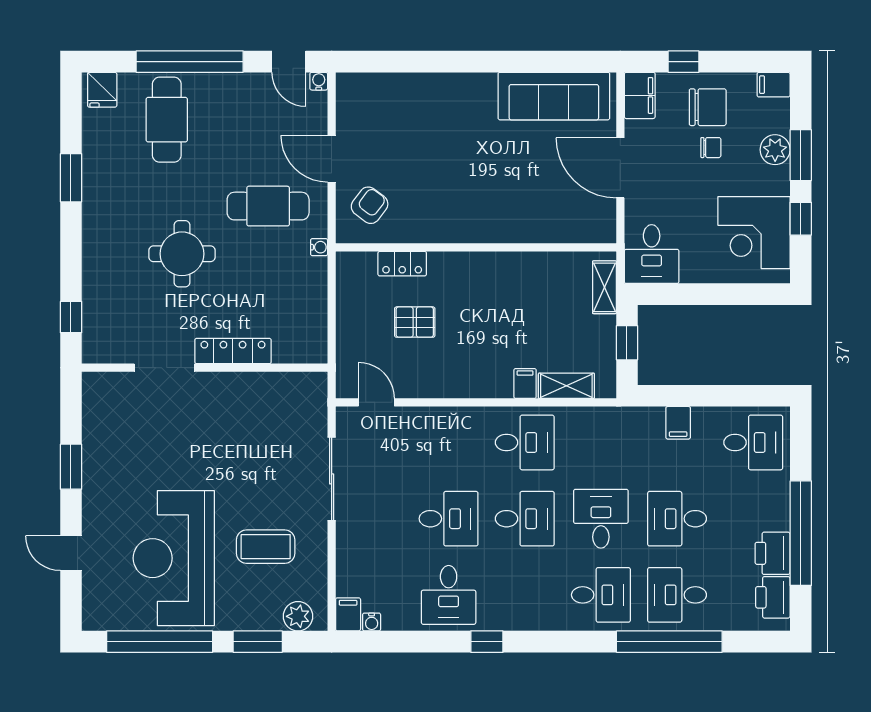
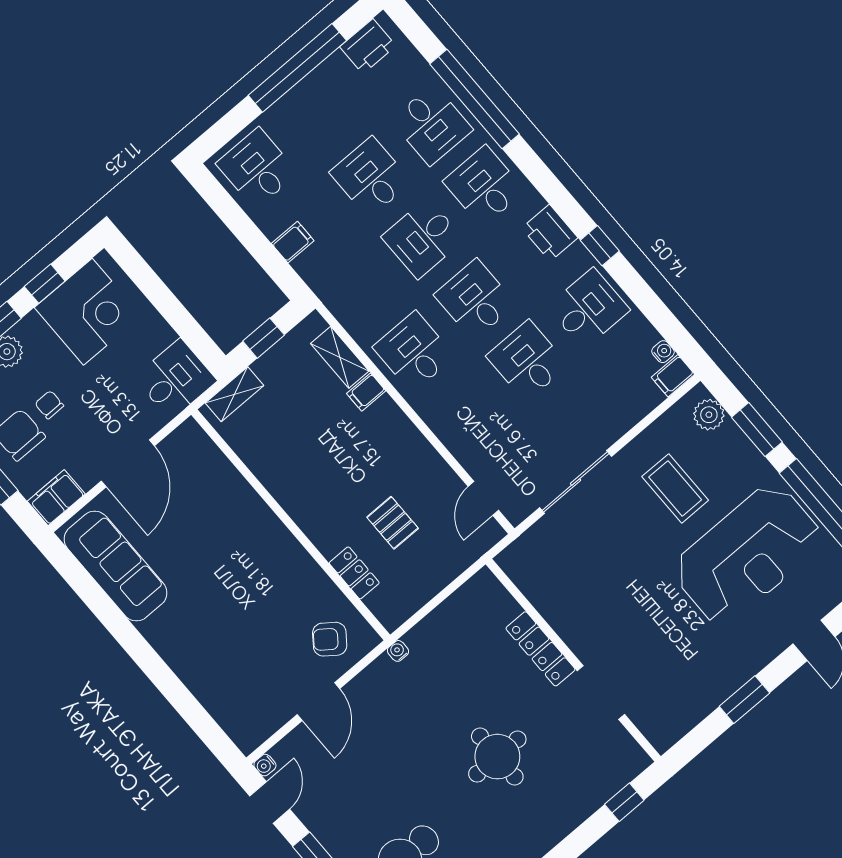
cafe table: (268, 206) -> (400, 720), removed
desk: (677, 519) -> (370, 177), turned 180
printer: (773, 553) -> (550, 233), moved, turned 90

